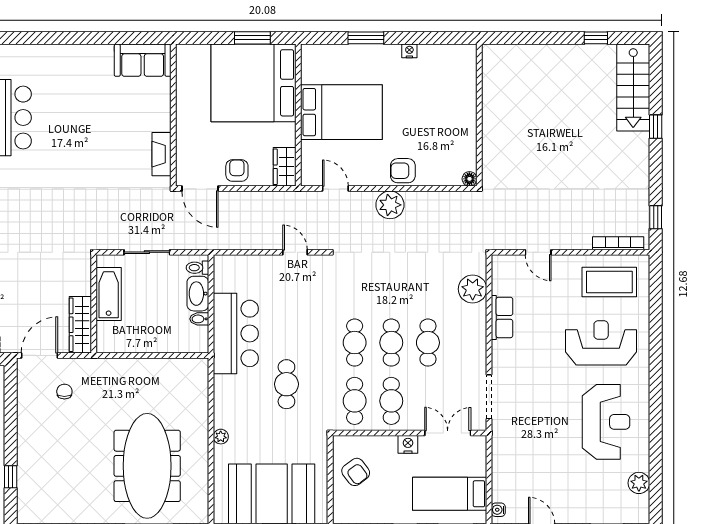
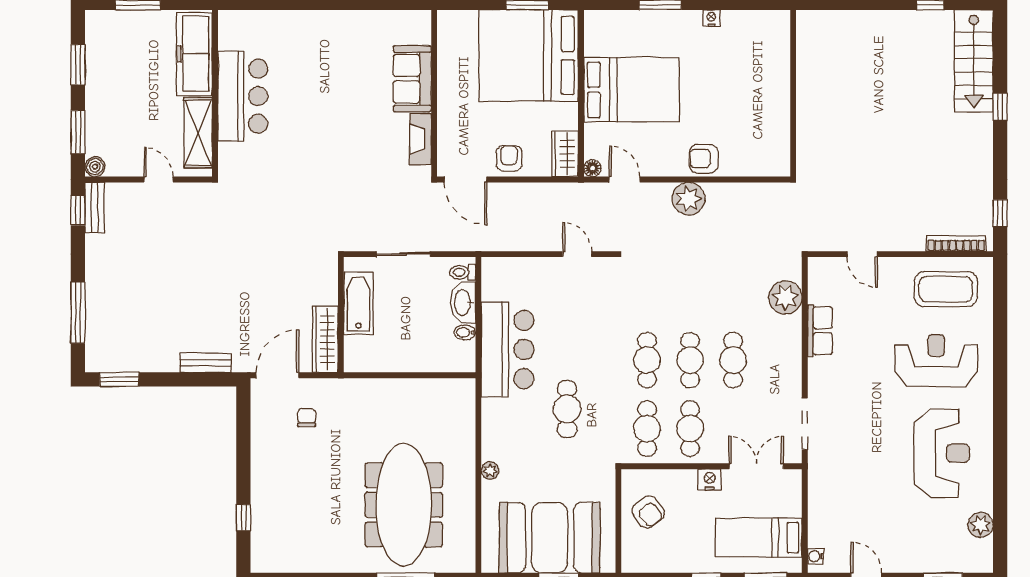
sofa: (143, 60) -> (412, 79), moved, turned 90
floor lamp: (469, 179) -> (592, 168), moved

